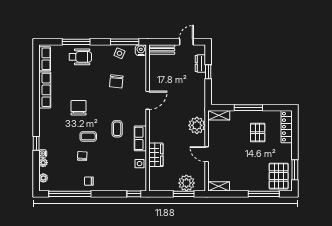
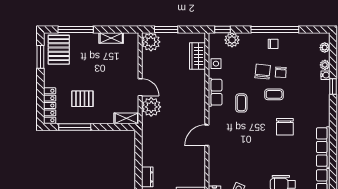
window: (208, 72) -> (138, 168), removed
chair: (116, 81) -> (263, 72), moved
window: (248, 108) -> (75, 127), moved
pallet: (258, 133) -> (82, 99), turned 90
door: (207, 154) -> (140, 87), moved
wardrobe: (156, 155) -> (197, 56), moved
plant: (186, 183) -> (151, 42), moved
plant: (125, 185) -> (232, 40), added
shelving: (219, 186) -> (111, 38), moved
window: (70, 194) -> (275, 29), moved

